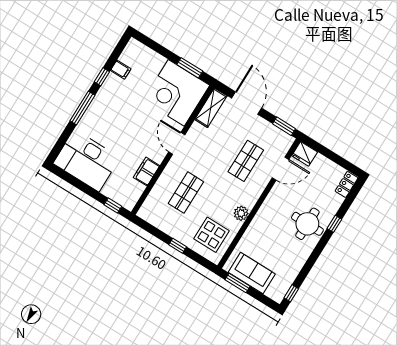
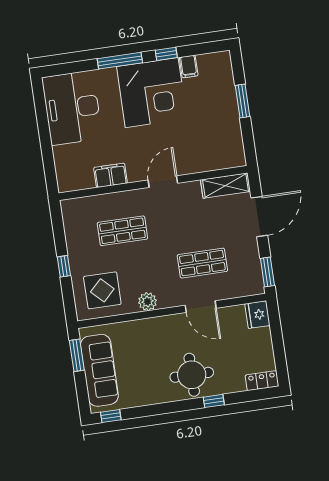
window: (190, 68) -> (242, 101), moved
corner desk: (176, 93) -> (152, 93), moved, turned 180
door: (281, 169) -> (201, 307), moved
window: (113, 206) -> (50, 170), removed
sofa: (252, 273) -> (99, 370), width x1.36

